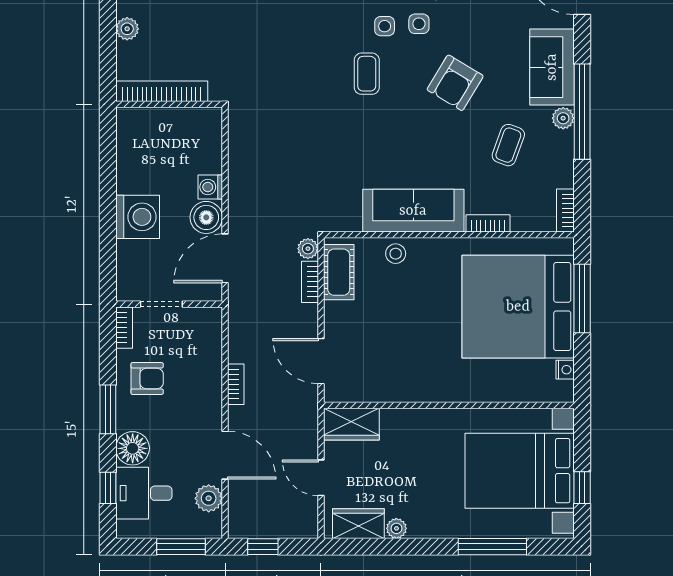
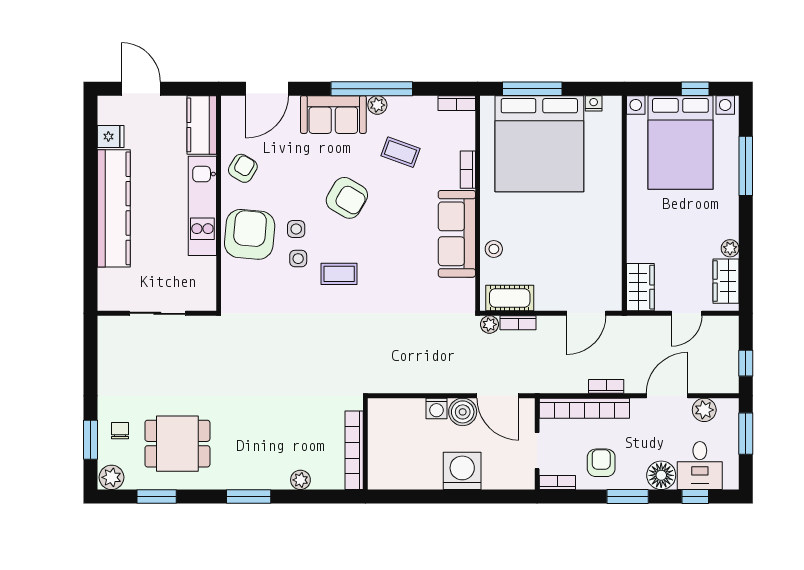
bookcase: (211, 359) -> (584, 408), added

